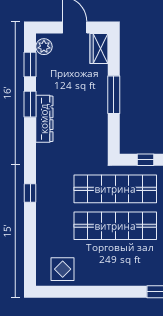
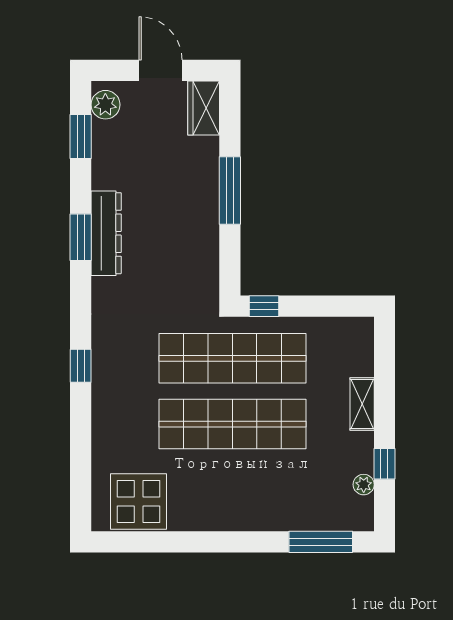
window: (30, 104) -> (81, 237), moved
window: (145, 160) -> (264, 306), moved
display table: (63, 269) -> (139, 502), width x1.36, depth x1.36

